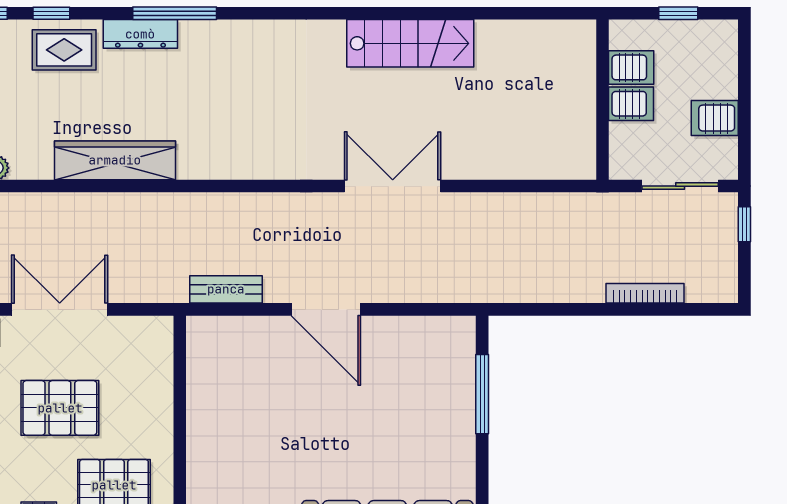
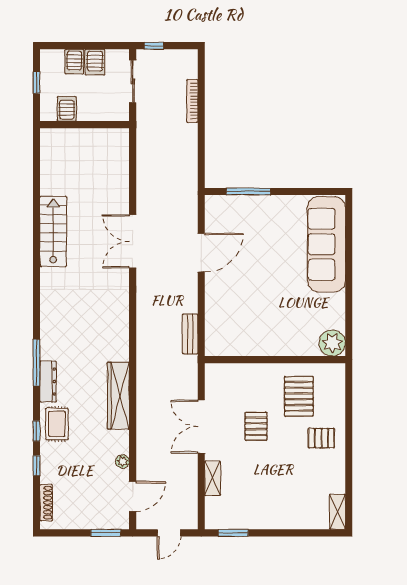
server rack: (631, 104) -> (74, 62), moved, turned 180
door: (326, 309) -> (201, 253), moved
pallet: (60, 408) -> (256, 426), width x0.67, depth x0.71

